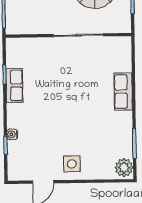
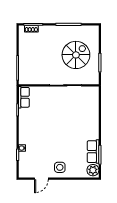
row of seats: (14, 85) -> (24, 97), moved
row of seats: (123, 92) -> (93, 152), moved

